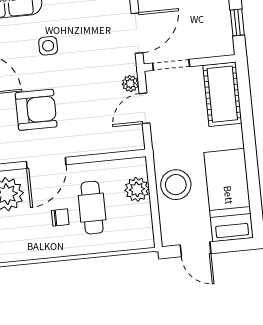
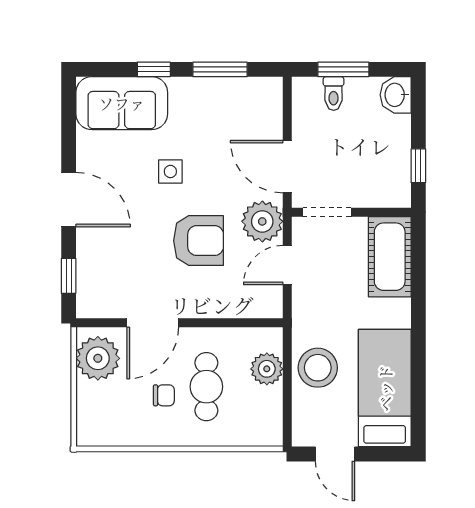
door: (137, 33) -> (287, 167), swing flipped
plant: (130, 84) -> (262, 221), width x1.88, depth x1.88
armchair: (36, 110) -> (199, 241), moved

